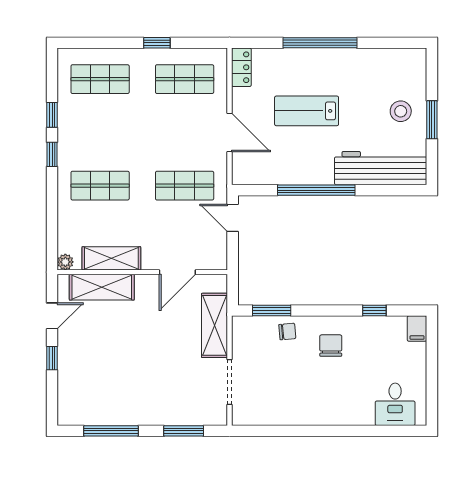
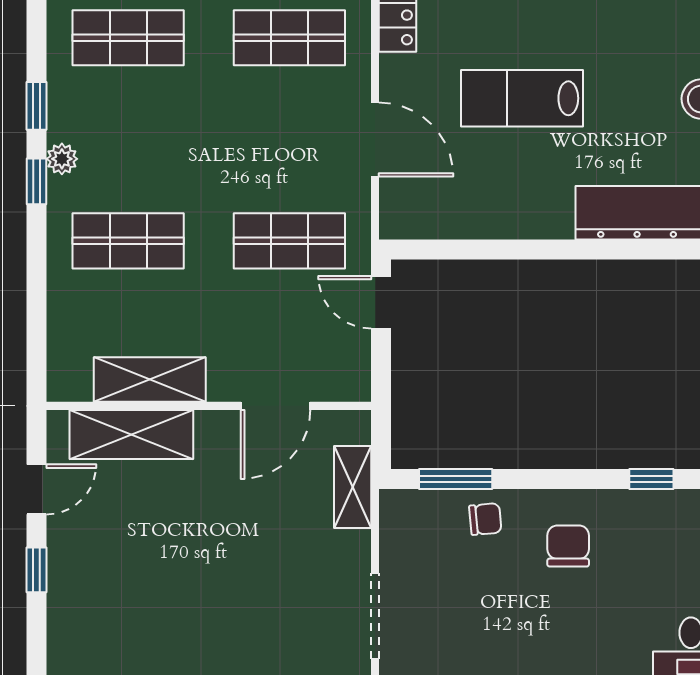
window: (316, 190) -> (540, 249), removed
plant: (65, 262) -> (62, 159), moved
shelving: (215, 325) -> (353, 487), width x0.67, depth x0.75

